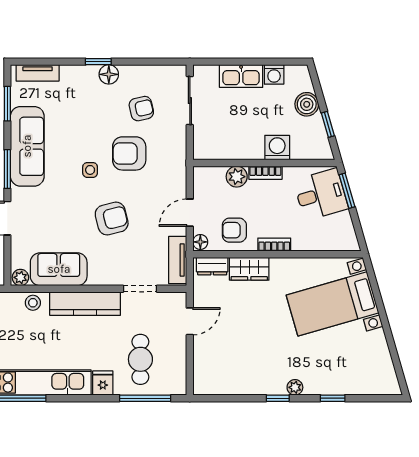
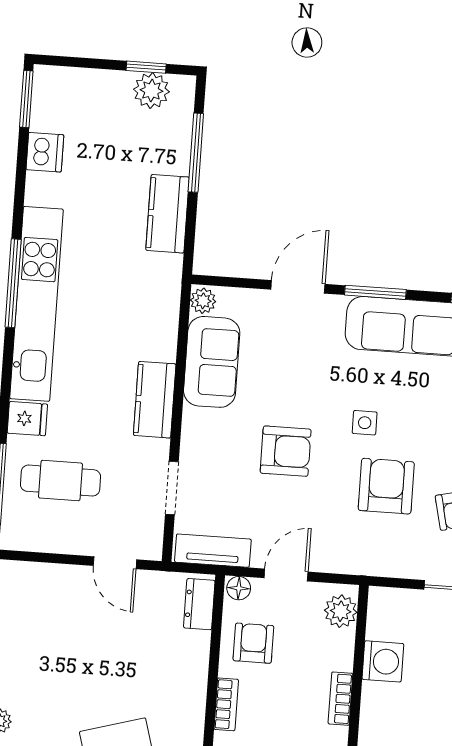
washing machine: (277, 148) -> (383, 661), moved
plant: (237, 177) -> (341, 611), moved
door: (190, 213) -> (286, 575), hinge flipped
armchair: (112, 219) -> (286, 451), turned -76
wardrobe: (249, 269) -> (191, 662), removed
stool: (33, 303) -> (162, 317), removed
kitchen counter: (85, 304) -> (155, 400), width x0.67

